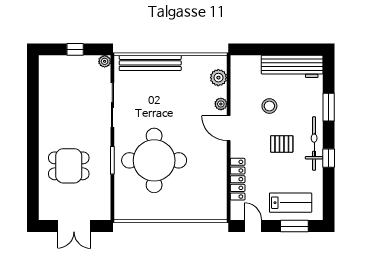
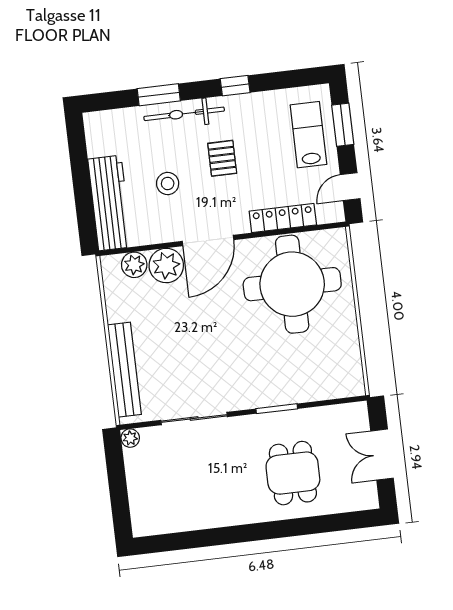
window: (75, 49) -> (118, 484), removed
workbench: (292, 66) -> (110, 203), moved
plant: (221, 104) -> (166, 265), width x1.87, depth x1.87
door: (229, 128) -> (208, 241), width x1.36
bicycle: (314, 144) -> (184, 114), moved
round table: (154, 160) -> (292, 284), moved
double door: (74, 226) -> (382, 455), swing flipped

